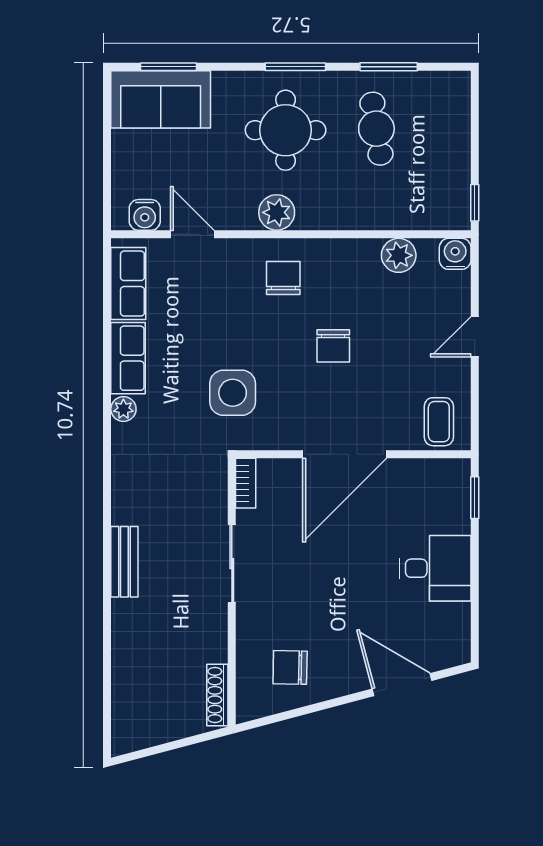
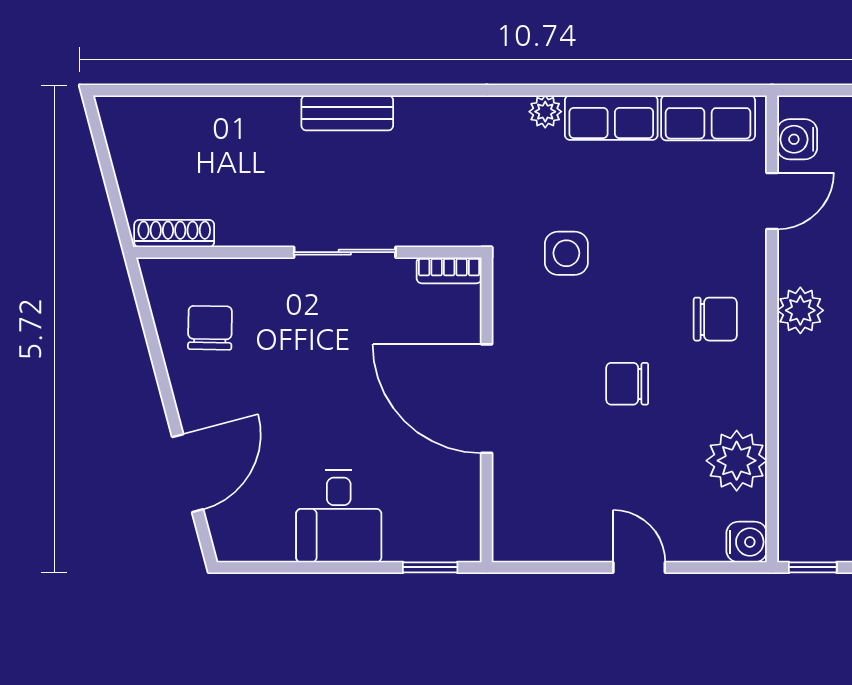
plant: (399, 255) -> (737, 461), width x1.36, depth x1.36
side table: (233, 393) -> (566, 253), width x0.73, depth x0.73
coffee table: (439, 422) -> (529, 521), removed

